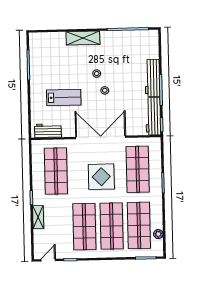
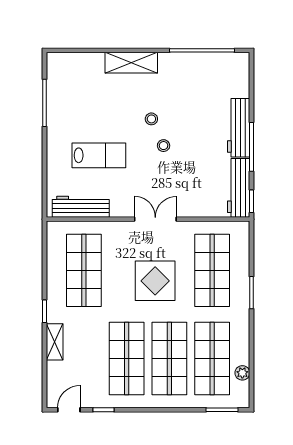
workbench: (48, 131) -> (81, 207), width x1.38
double door: (101, 137) -> (155, 219), width x0.54

